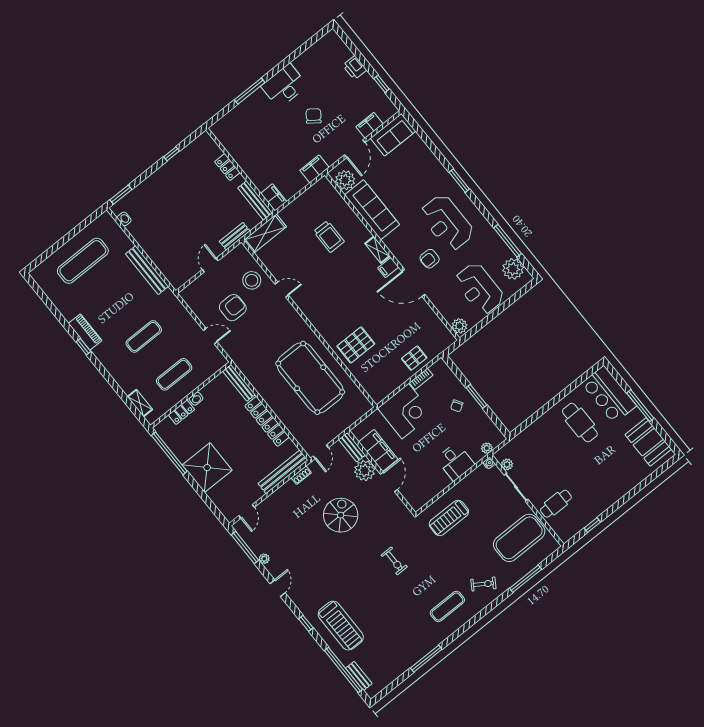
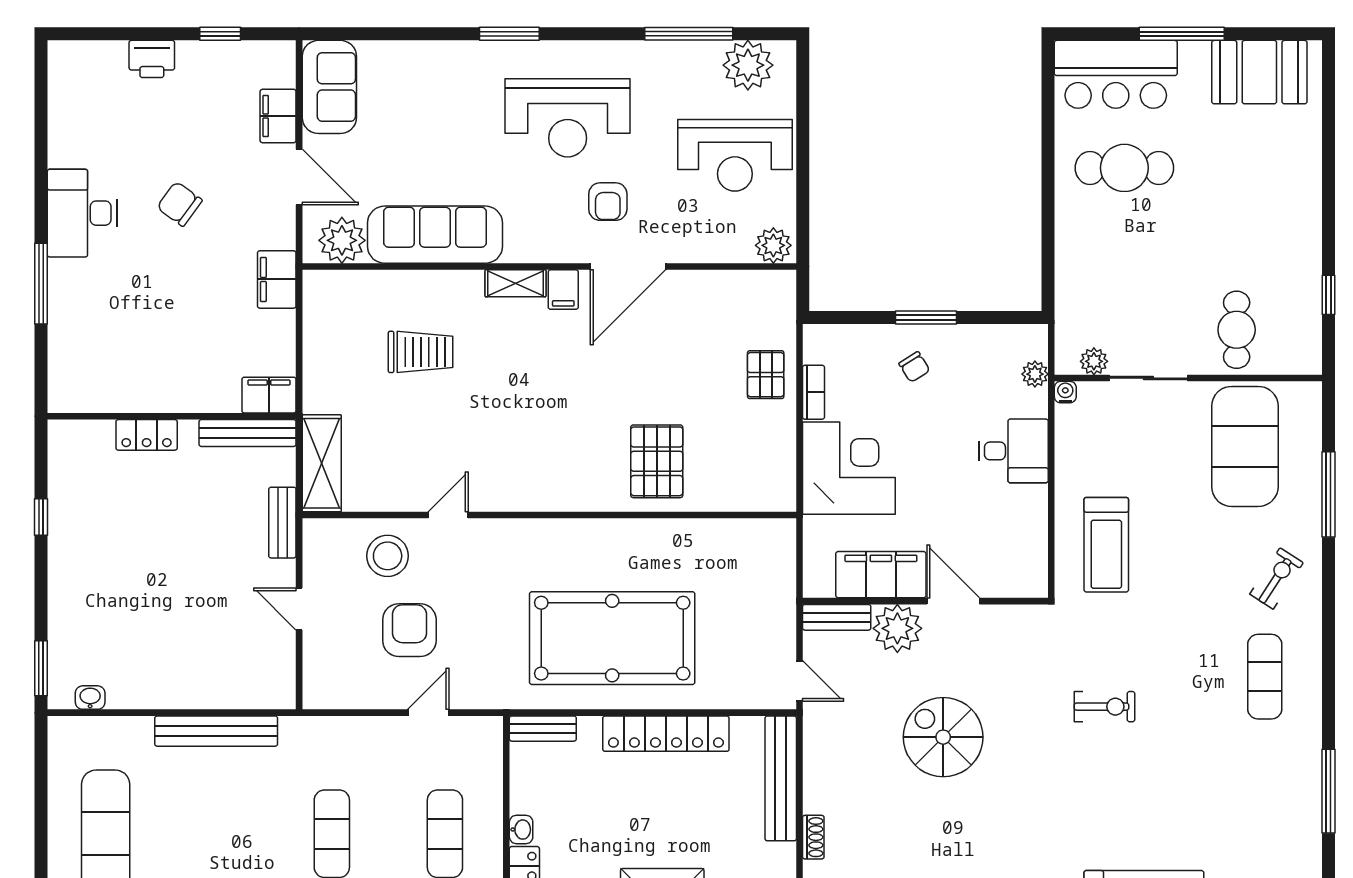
pool table: (310, 378) -> (612, 638), moved
bench: (239, 383) -> (543, 729), width x0.73
shoe rack: (301, 475) -> (813, 837), moved

